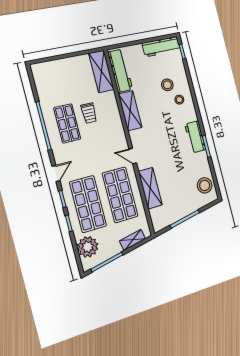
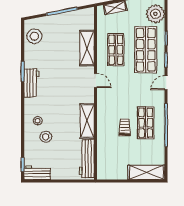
workbench: (161, 47) -> (37, 173), width x0.73
shelving: (101, 71) -> (146, 172), moved, turned 90
shop shelf: (120, 195) -> (116, 50), width x0.70, depth x0.74

